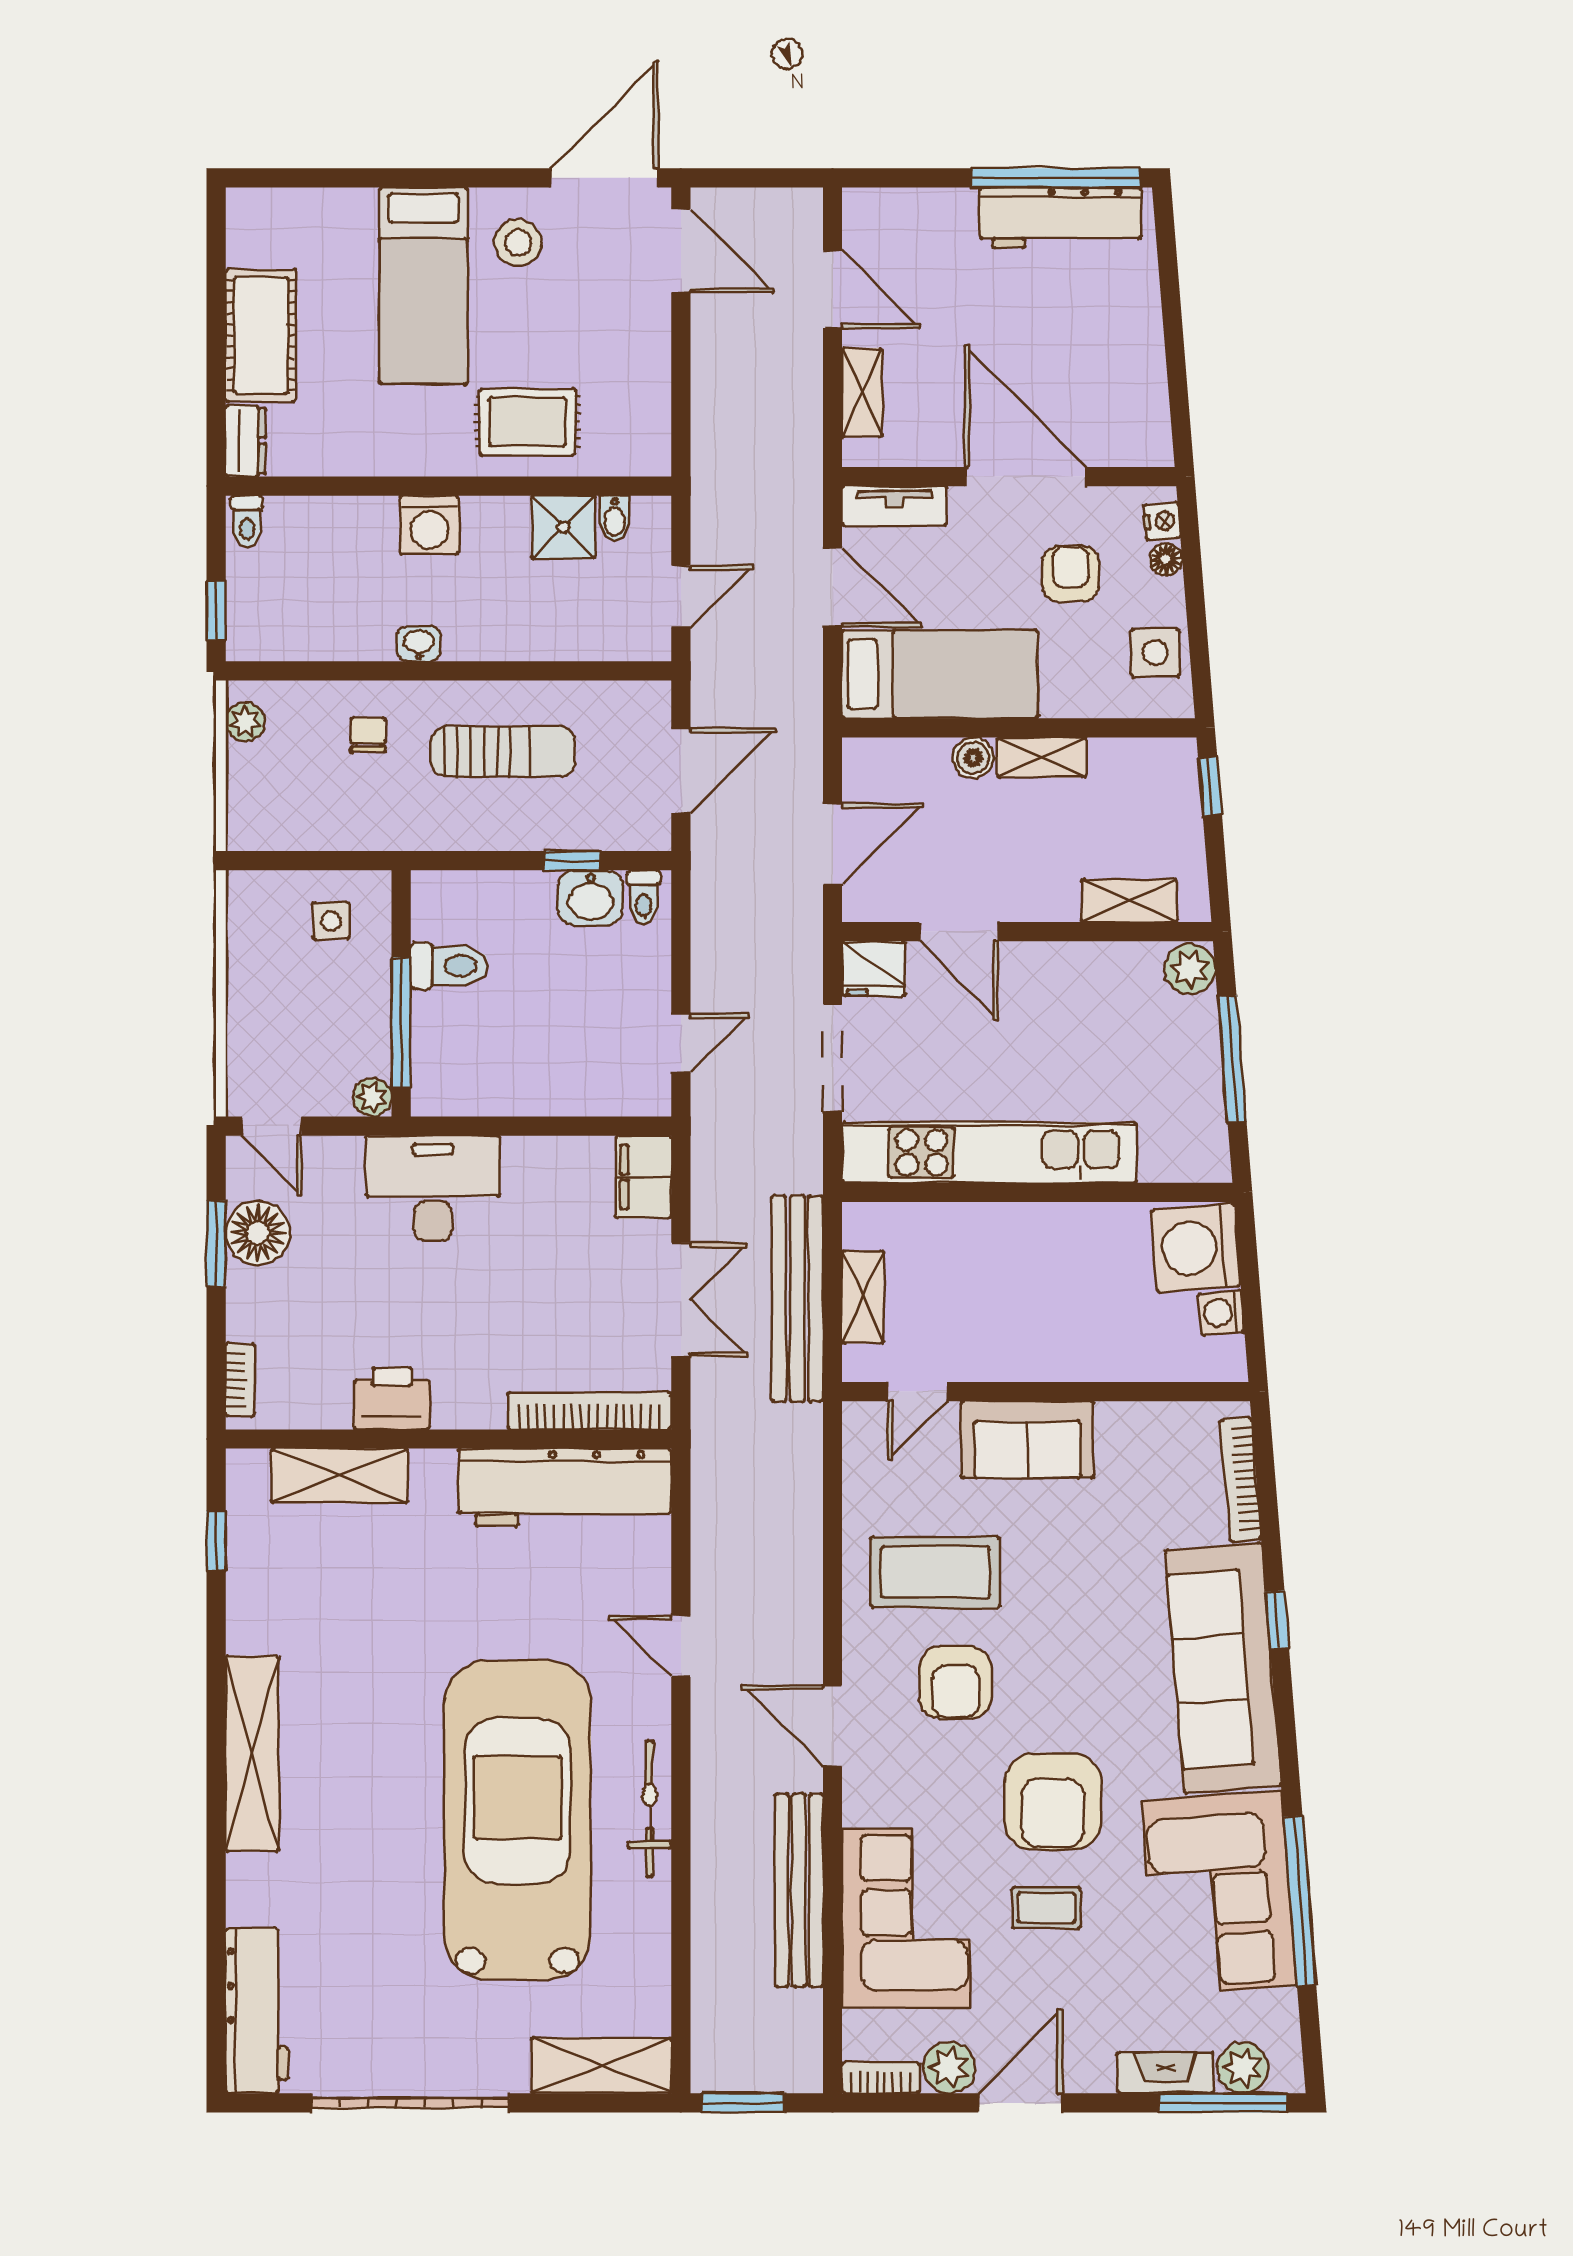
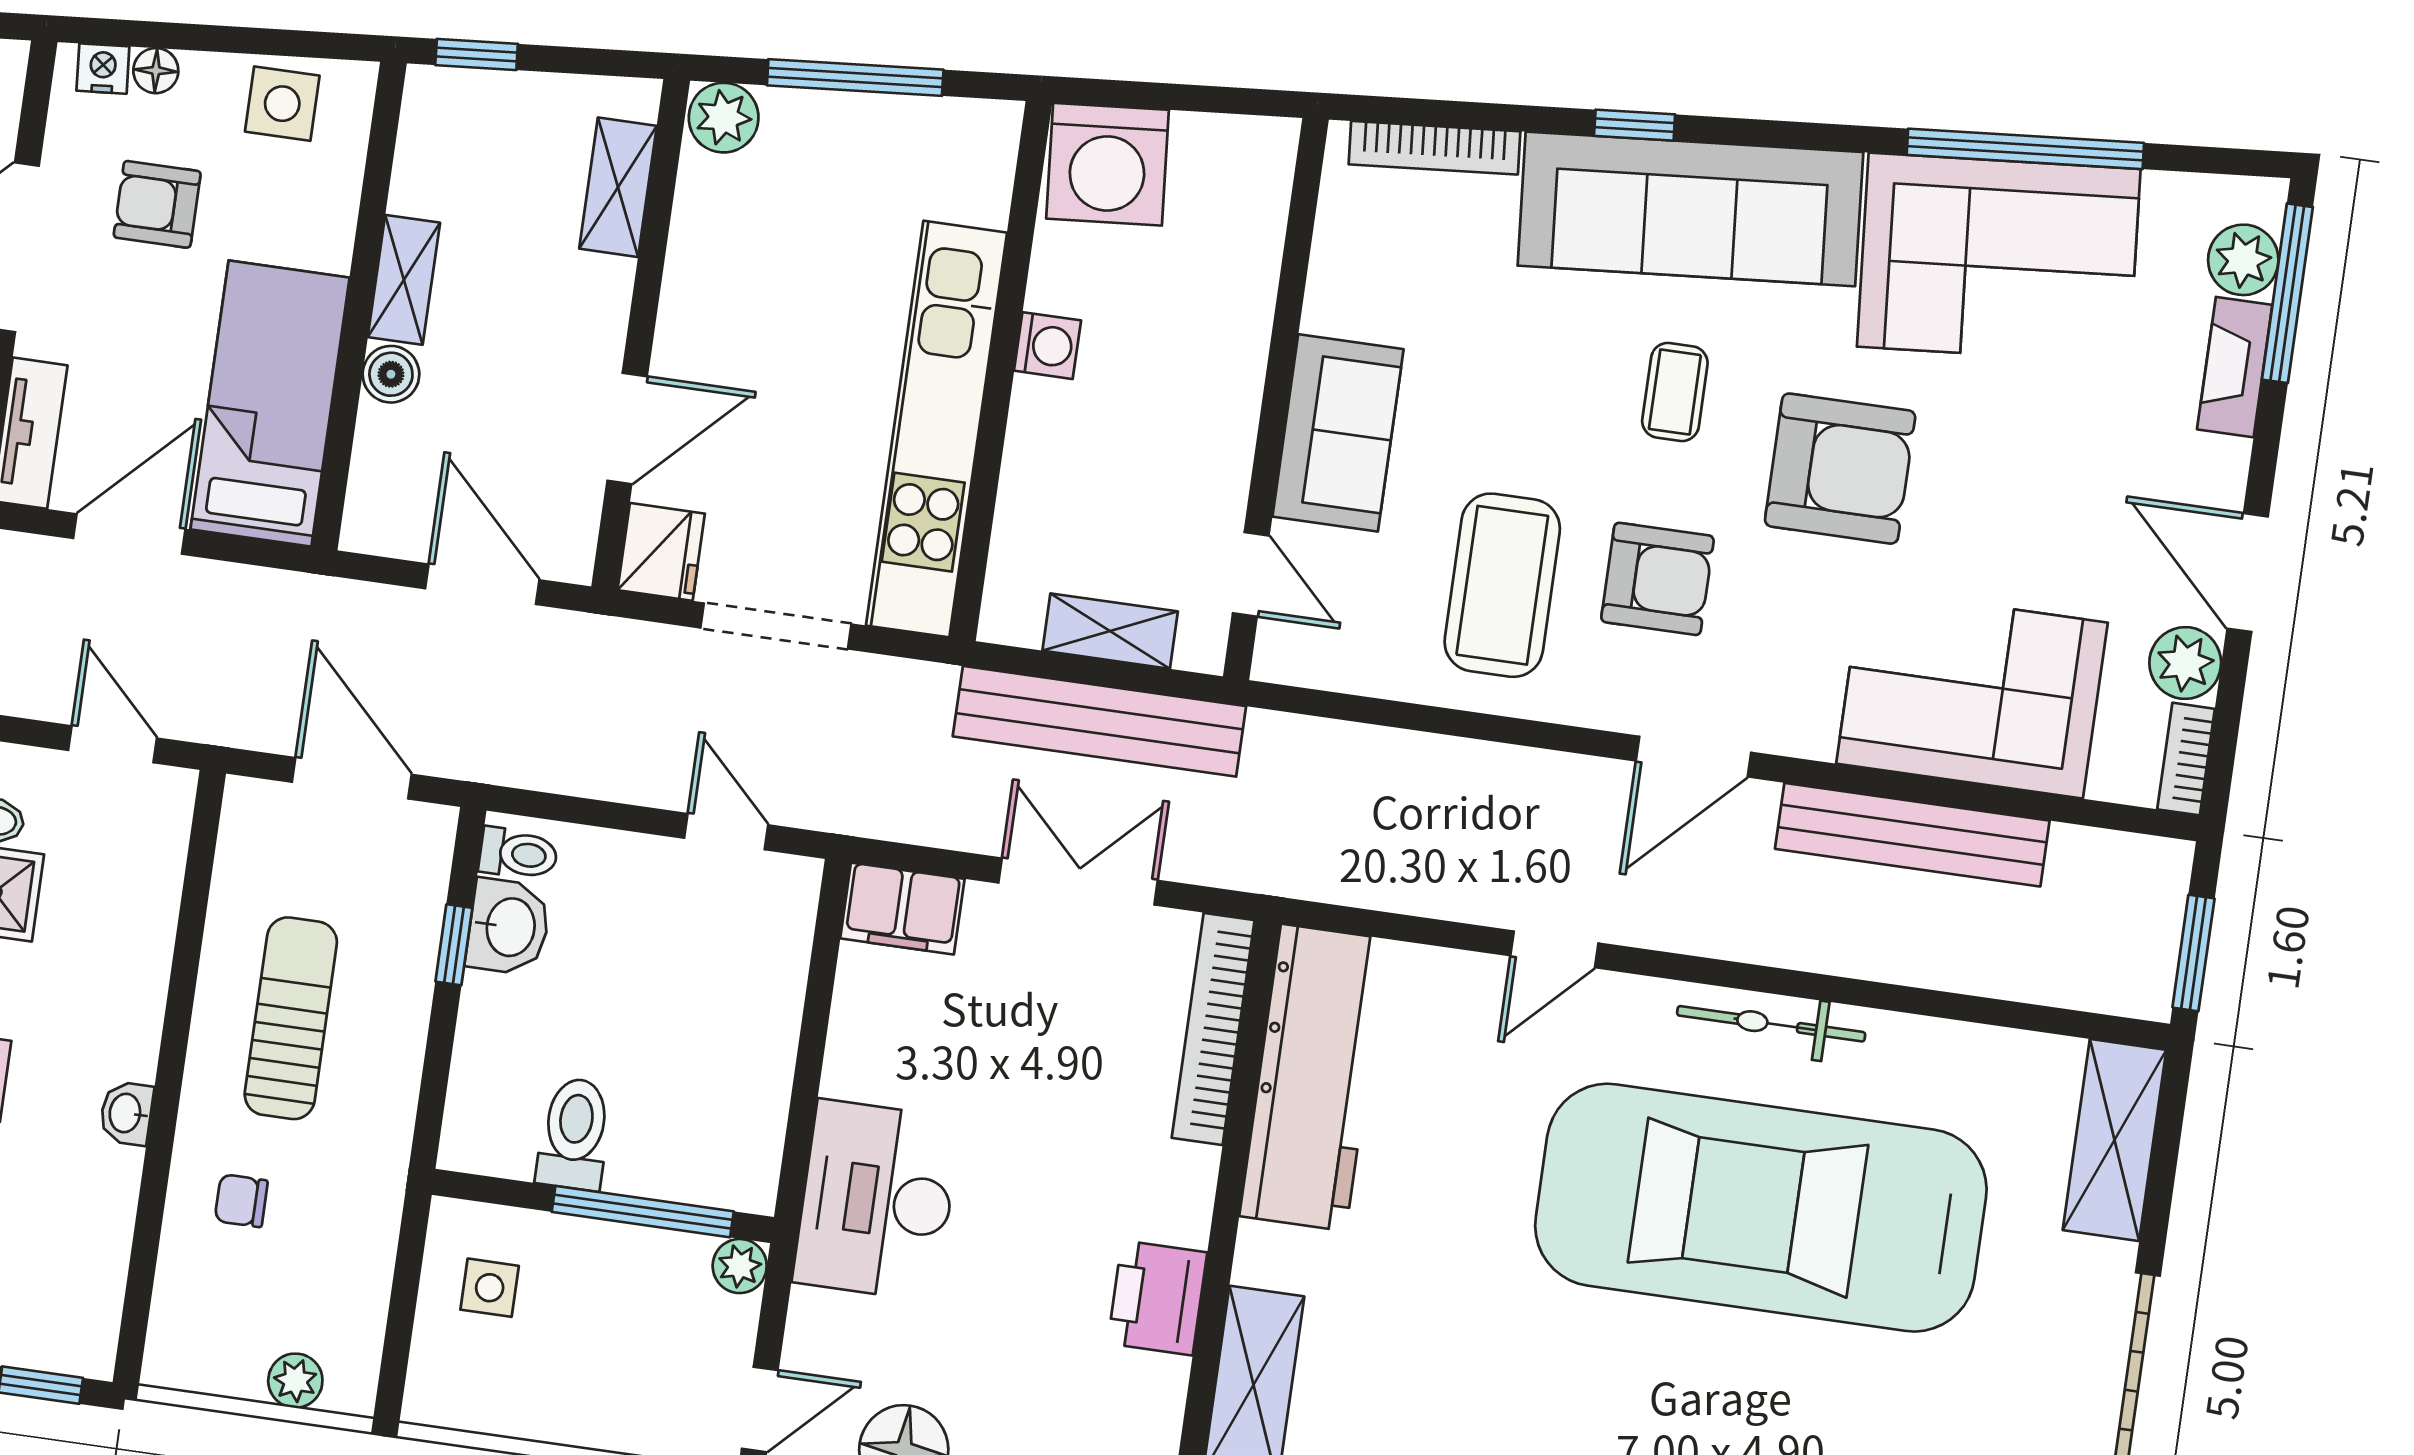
plant: (245, 722) -> (295, 1381), moved
washing machine: (1221, 1313) -> (1048, 346), moved, turned -85
coffee table: (1046, 1908) -> (1675, 392), moved

